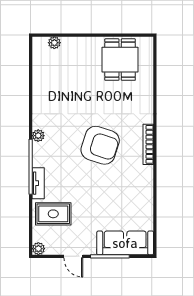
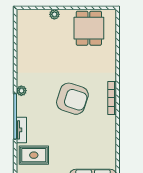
plant: (54, 43) -> (54, 14), moved

